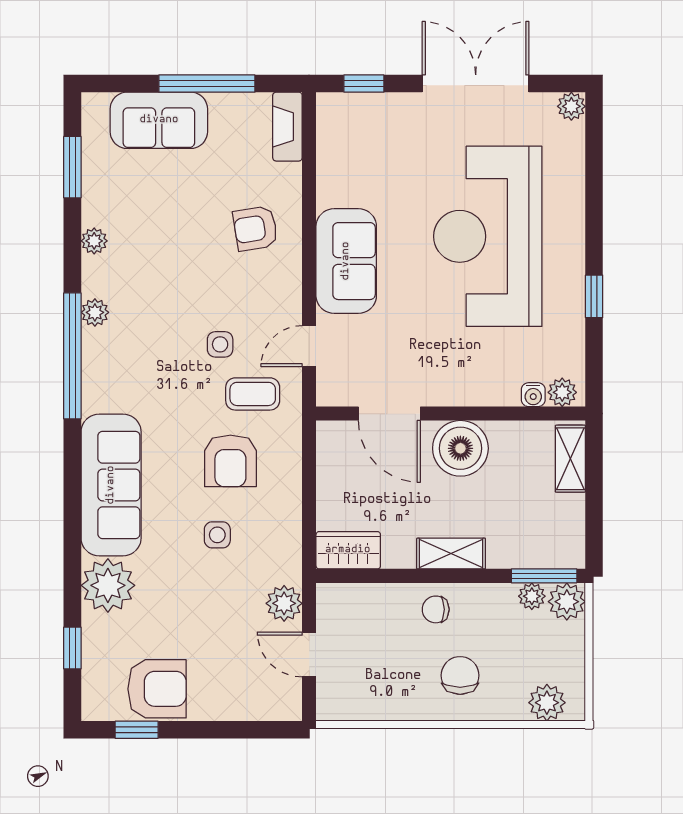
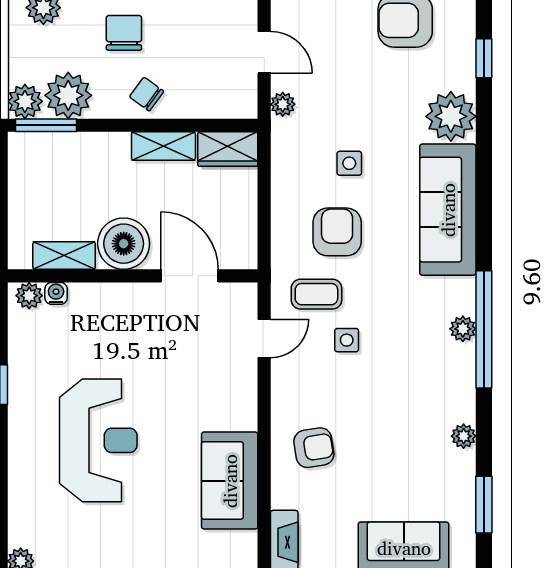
reception desk: (488, 236) -> (98, 440), width x0.74, depth x0.77
sofa: (346, 261) -> (230, 481), moved
plant: (95, 312) -> (463, 329), moved
shelving: (570, 459) -> (64, 256), moved, turned 90
shelving: (451, 554) -> (163, 146), moved
plant: (532, 596) -> (68, 95), width x1.88, depth x1.88
plant: (284, 603) -> (283, 104), width x0.73, depth x0.73
chair: (436, 609) -> (147, 94), turned -144
chair: (460, 675) -> (124, 33), turned 180

